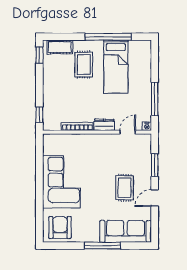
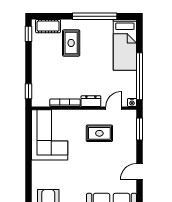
bed: (116, 67) -> (125, 45), moved
window: (155, 99) -> (139, 76), width x1.46
window: (155, 165) -> (139, 129), moved
corner sofa: (61, 182) -> (50, 135), moved
rug: (125, 188) -> (99, 133), moved, turned 90

